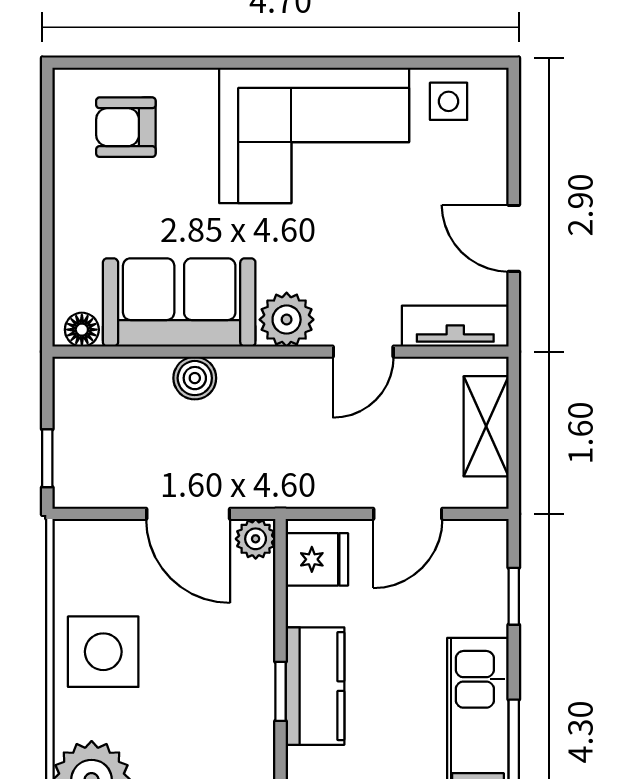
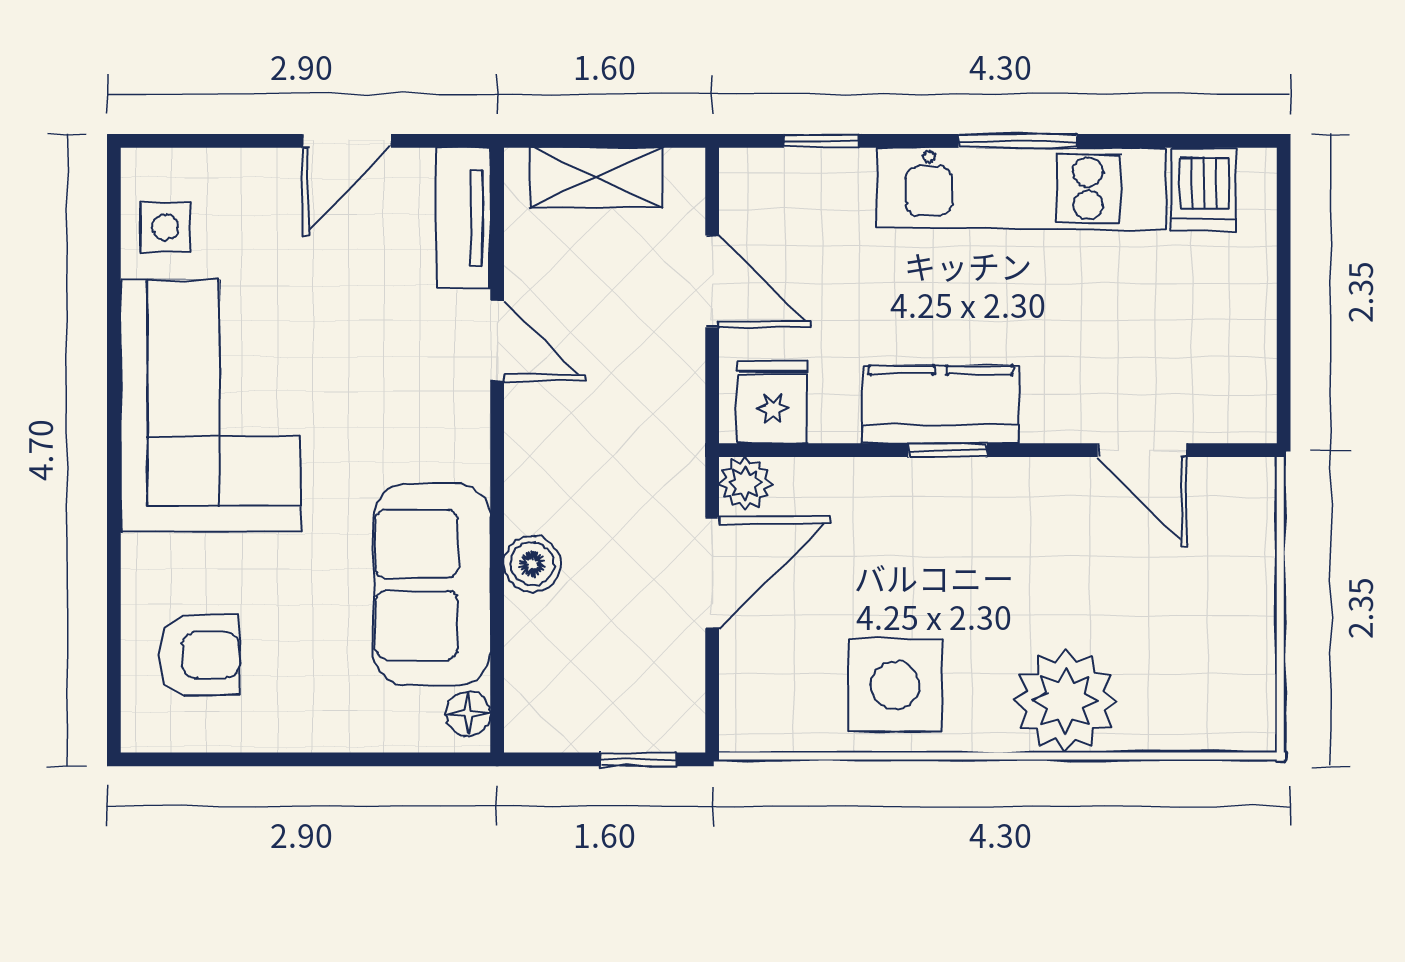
armchair: (126, 127) -> (200, 655), turned -91
plant: (287, 320) -> (455, 442), removed

